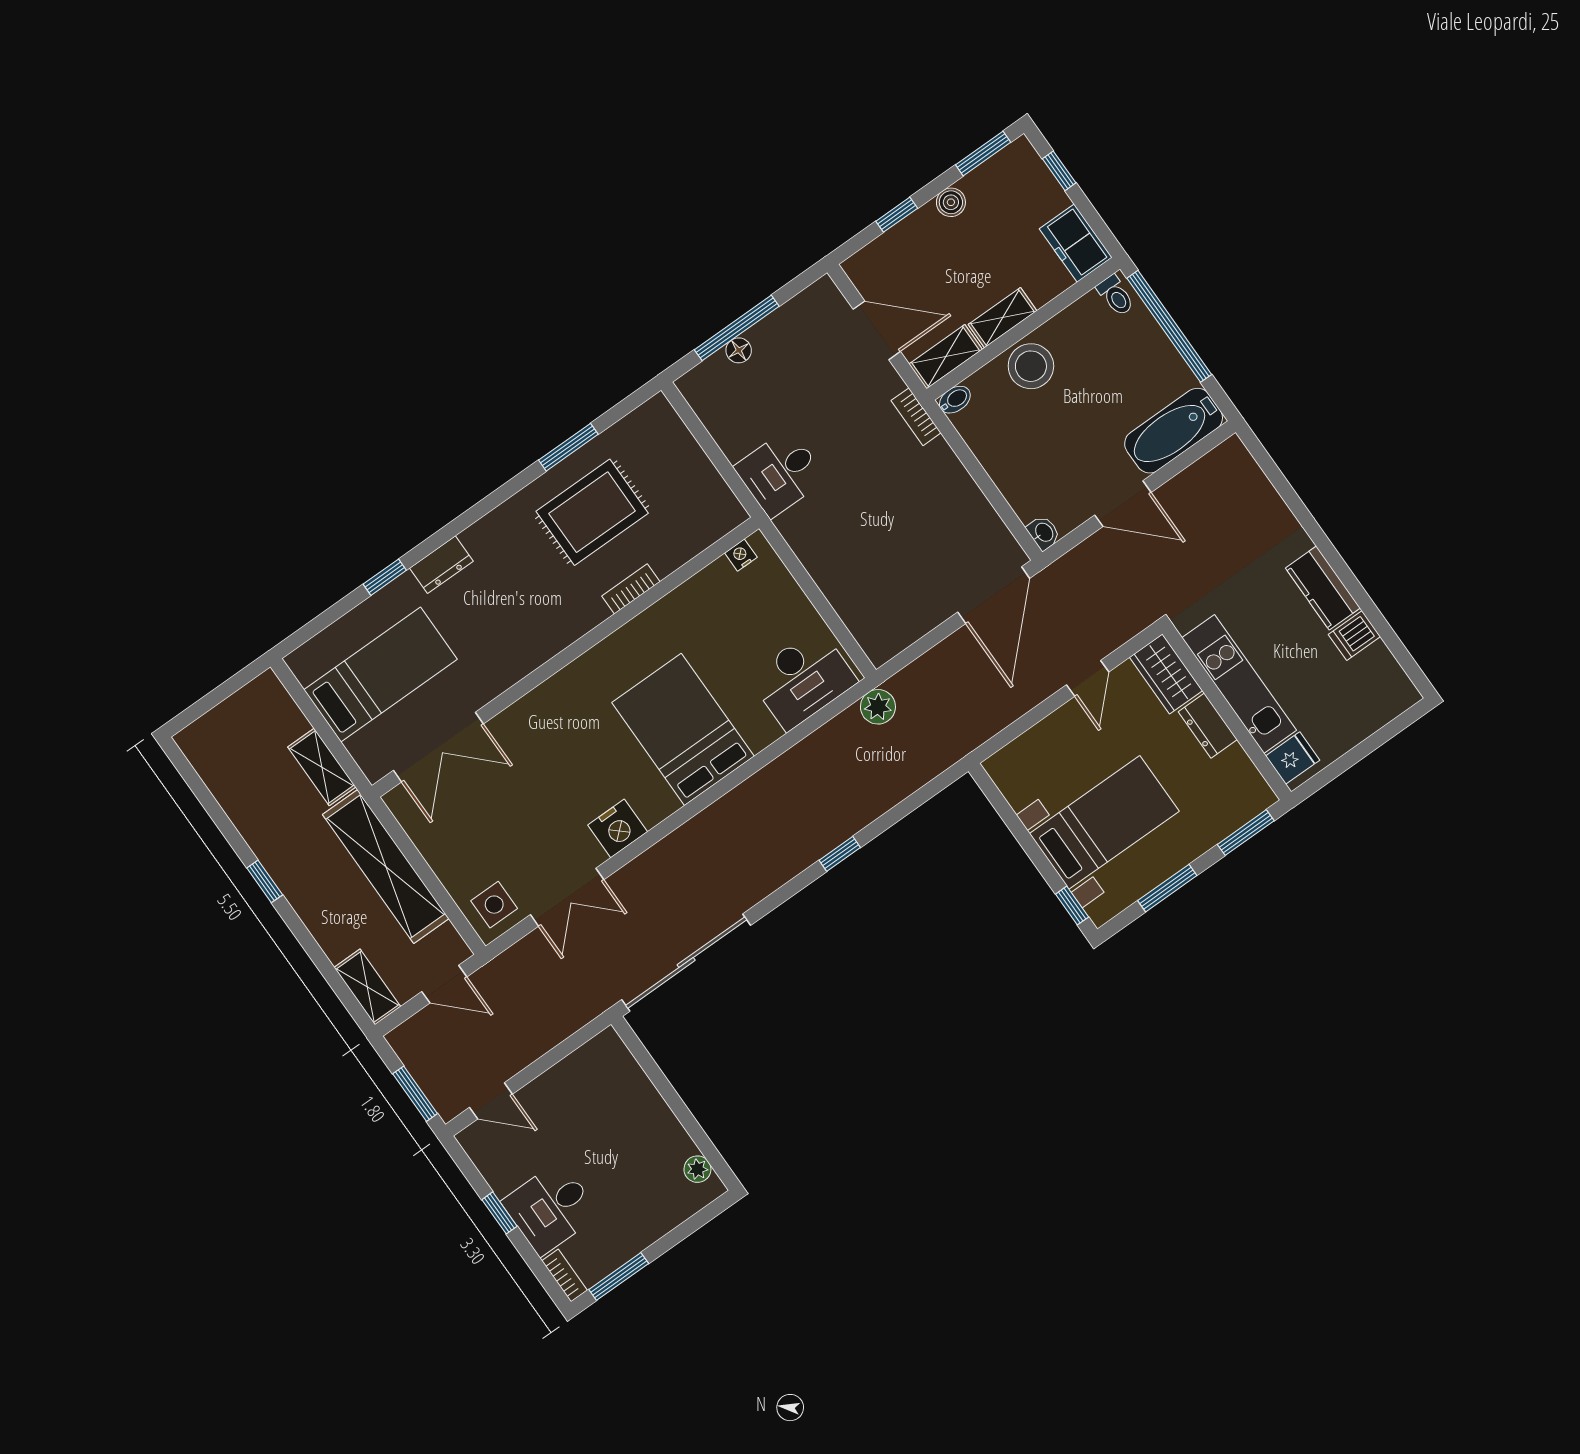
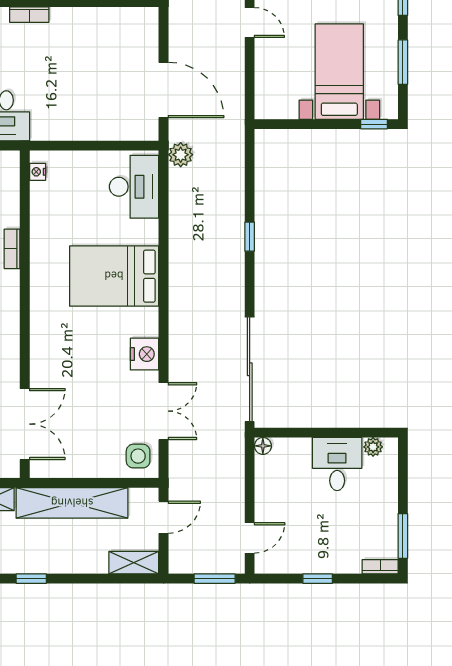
door: (994, 595) -> (164, 90), moved
floor lamp: (608, 1041) -> (263, 446), added
desk: (551, 1208) -> (337, 464), moved, turned 180

